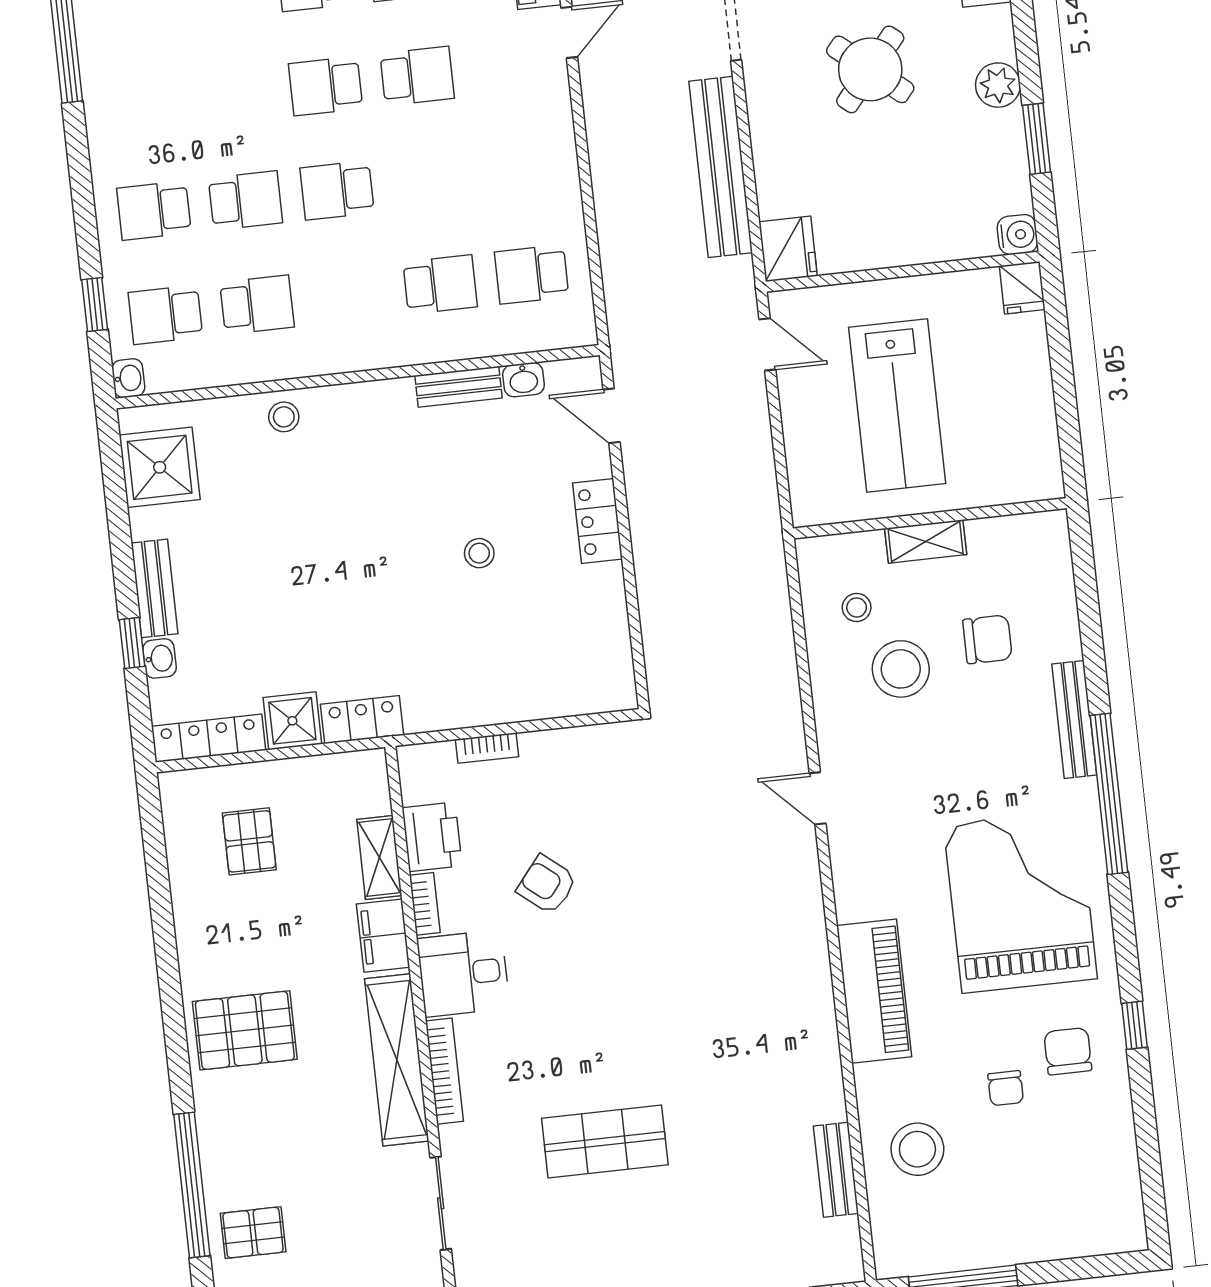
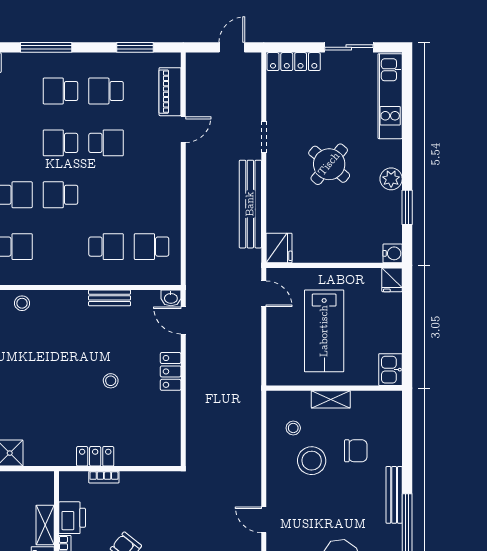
washbasin: (524, 380) -> (171, 298), moved
kitchen sink: (1039, 469) -> (390, 370), added
locker: (362, 720) -> (95, 456), moved

